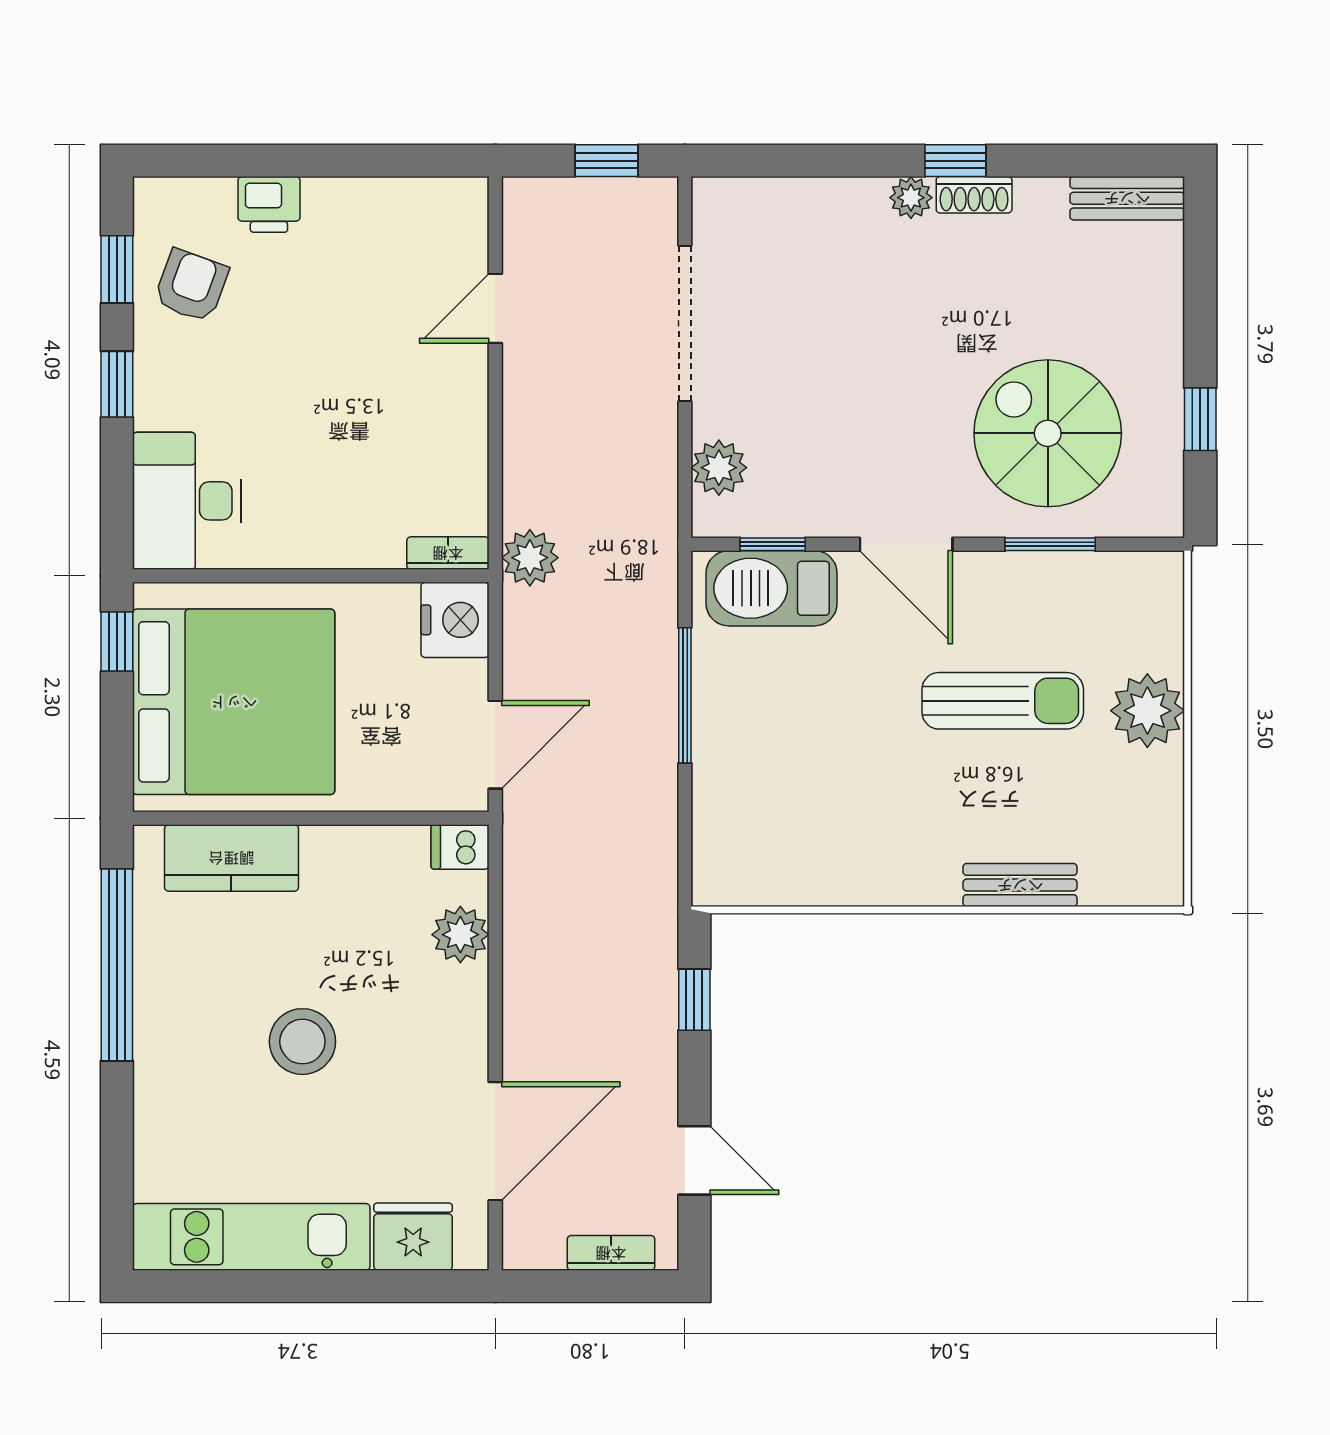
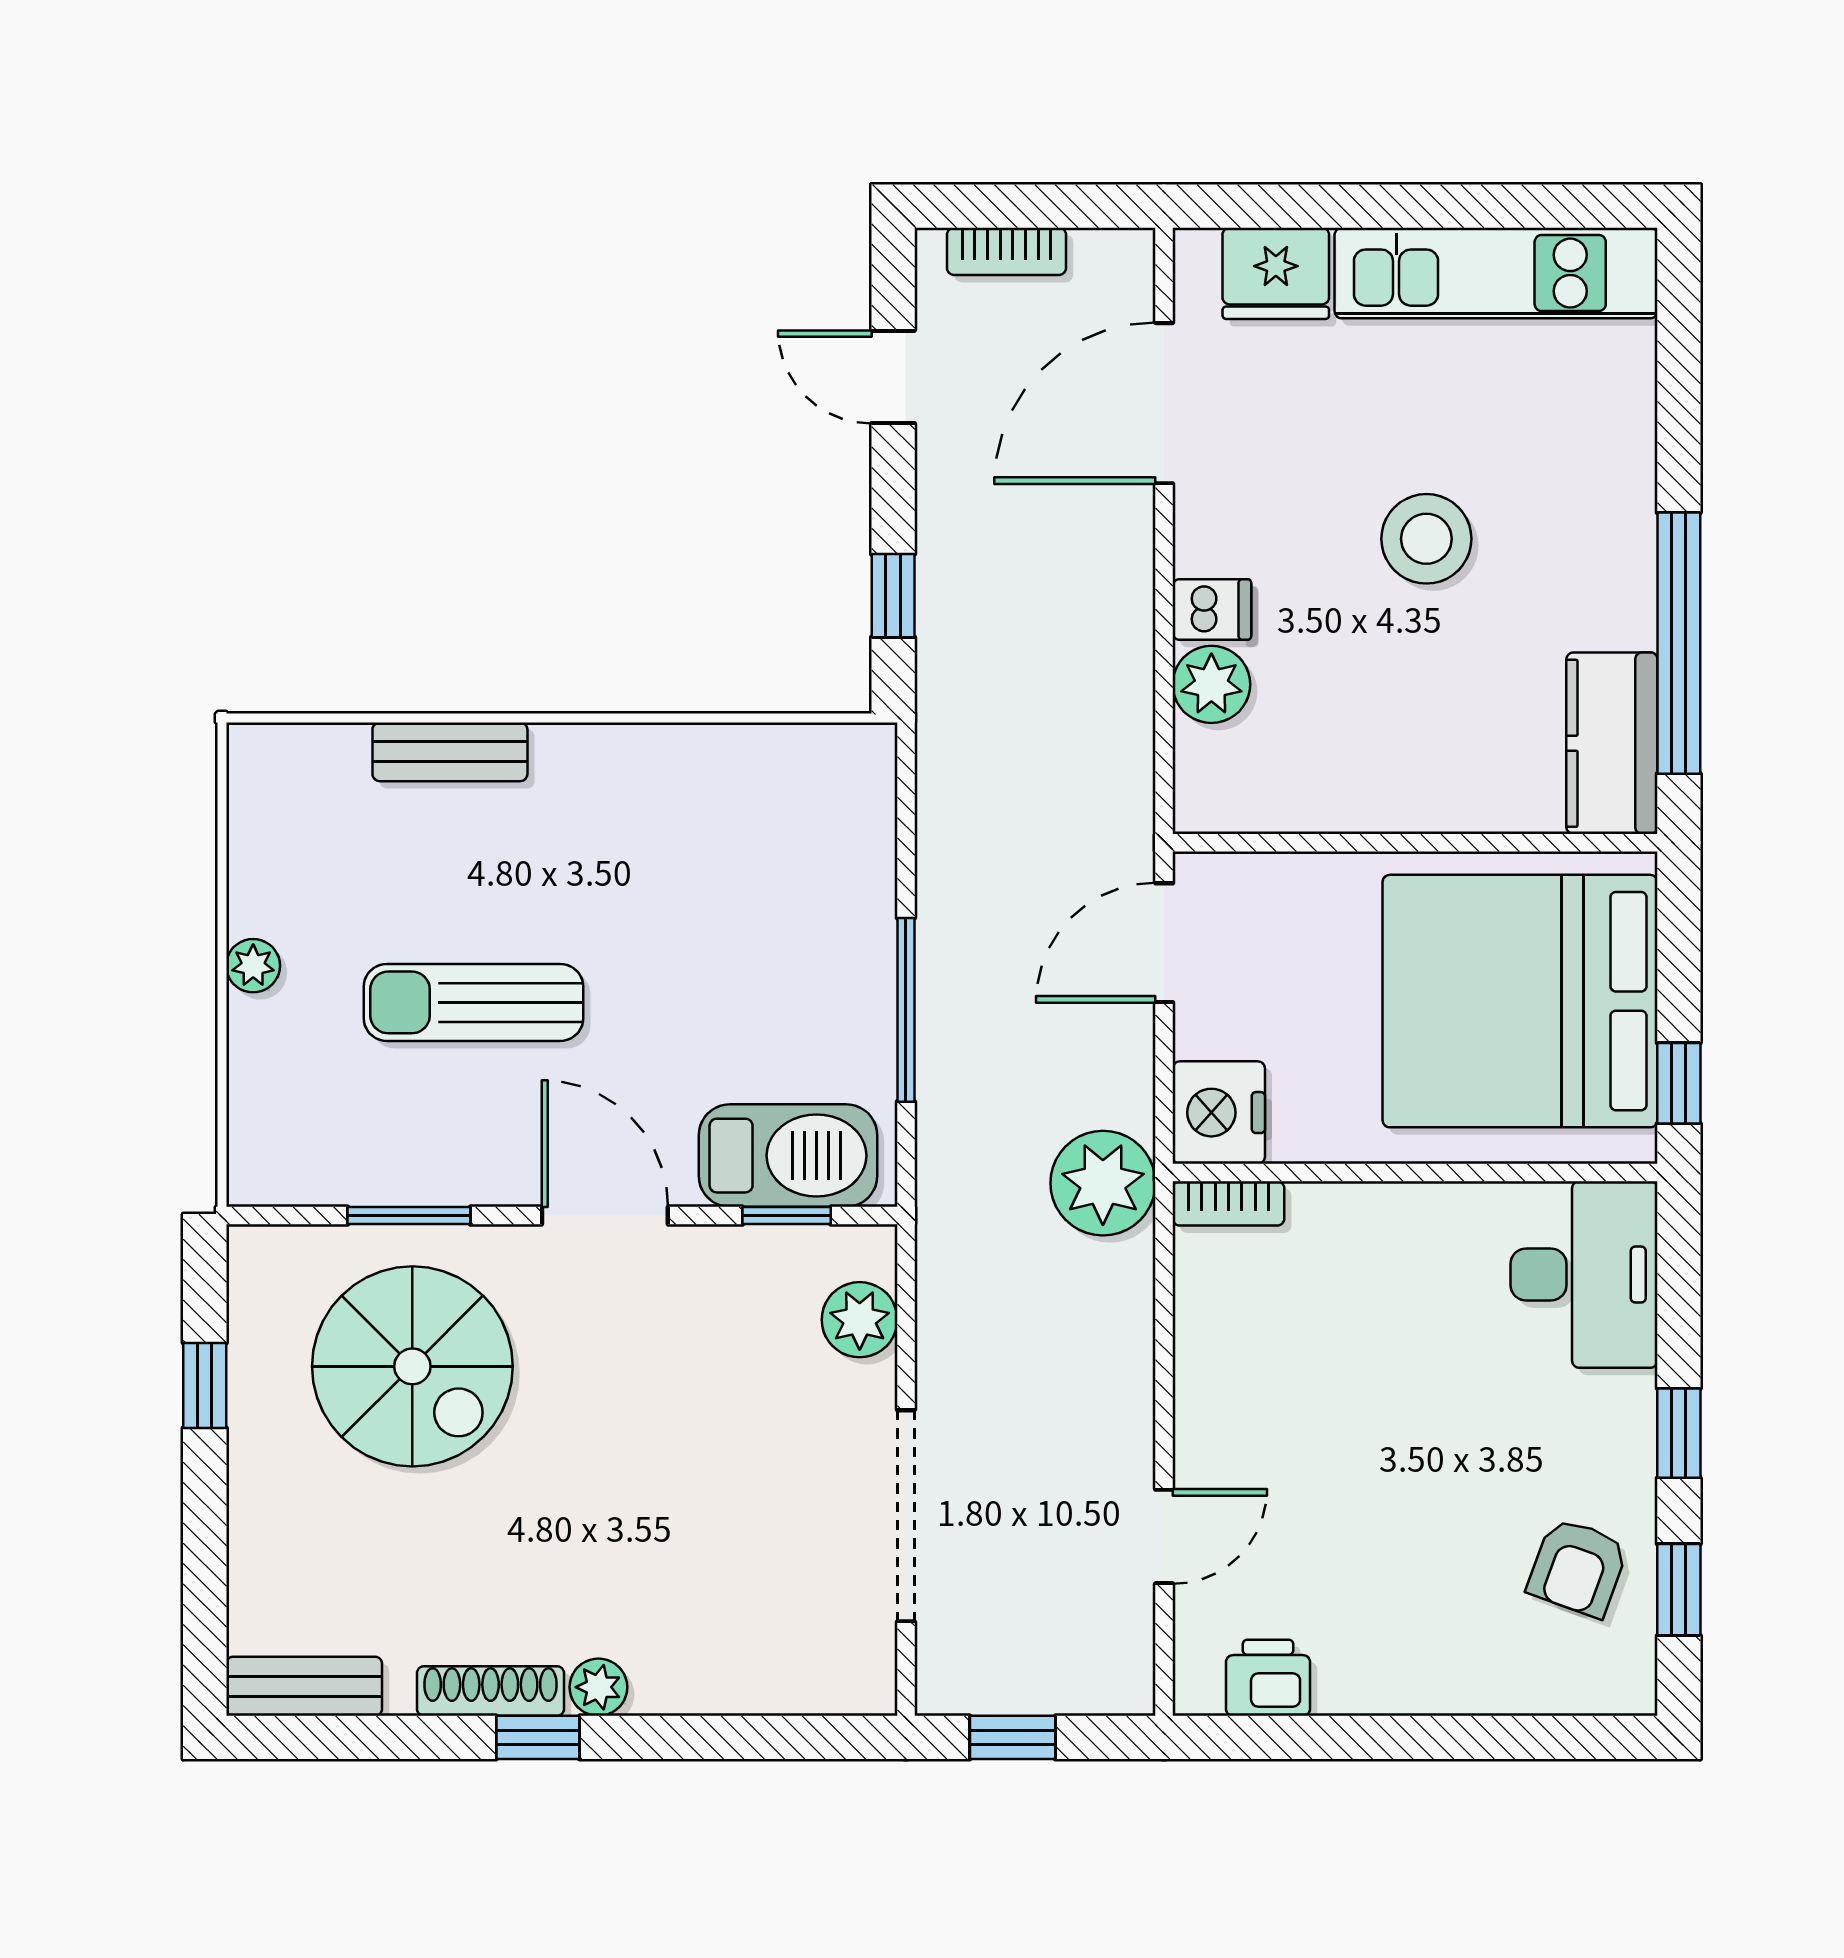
shoe rack: (974, 195) -> (491, 1691), width x1.43
printer: (269, 204) -> (1268, 1678), moved
plant: (530, 558) -> (1103, 1183), width x1.36, depth x1.36
plant: (1147, 711) -> (253, 966), width x0.53, depth x0.53
dishwasher: (460, 847) -> (1212, 609), moved
kitchen counter: (231, 858) -> (1612, 743), moved, turned -90

